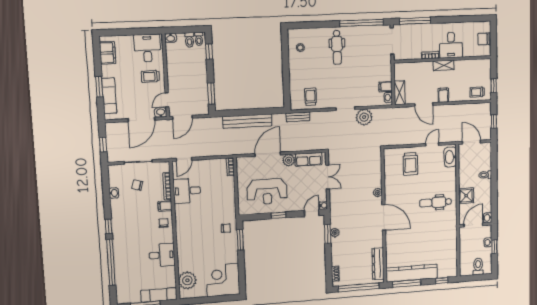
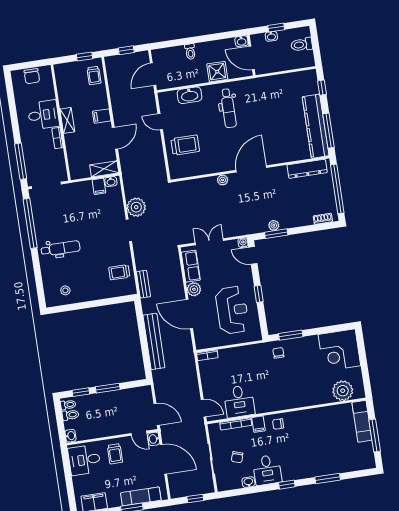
window: (211, 93) -> (108, 388), moved
washbasin: (450, 157) -> (190, 95), moved
desk: (162, 255) -> (267, 470), moved, turned 180
window: (111, 262) -> (328, 478), width x0.47

